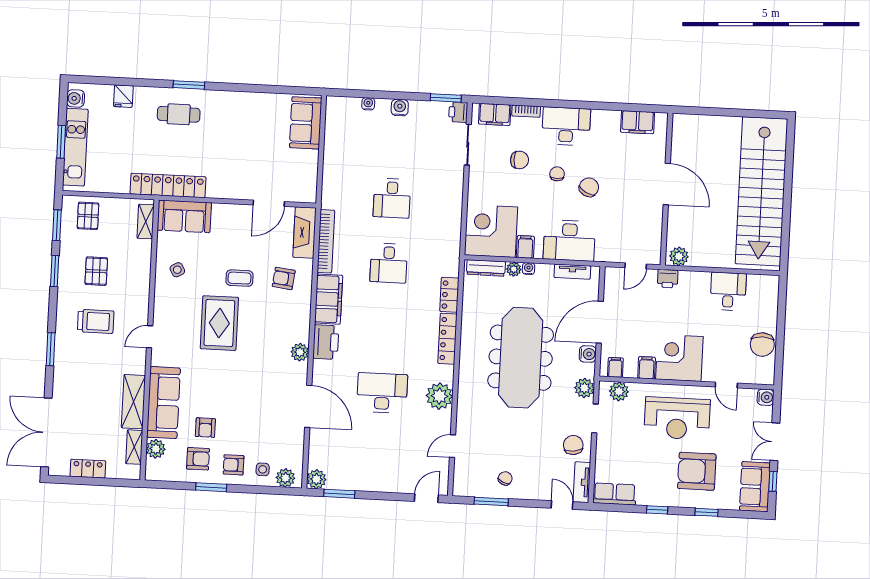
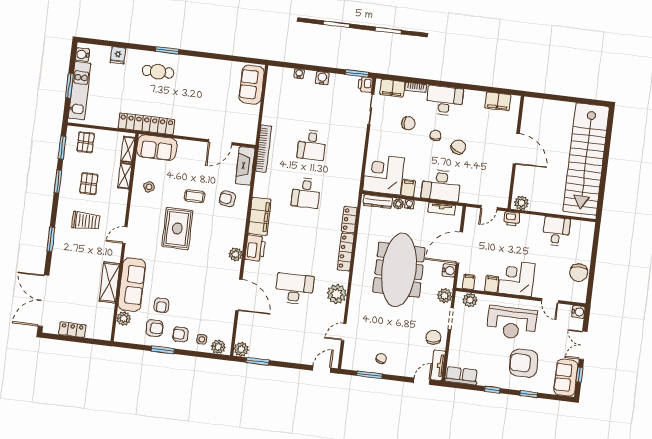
bookcase: (326, 241) -> (264, 149), moved
shelving: (134, 447) -> (125, 176), moved
door: (562, 505) -> (422, 381), hinge flipped

